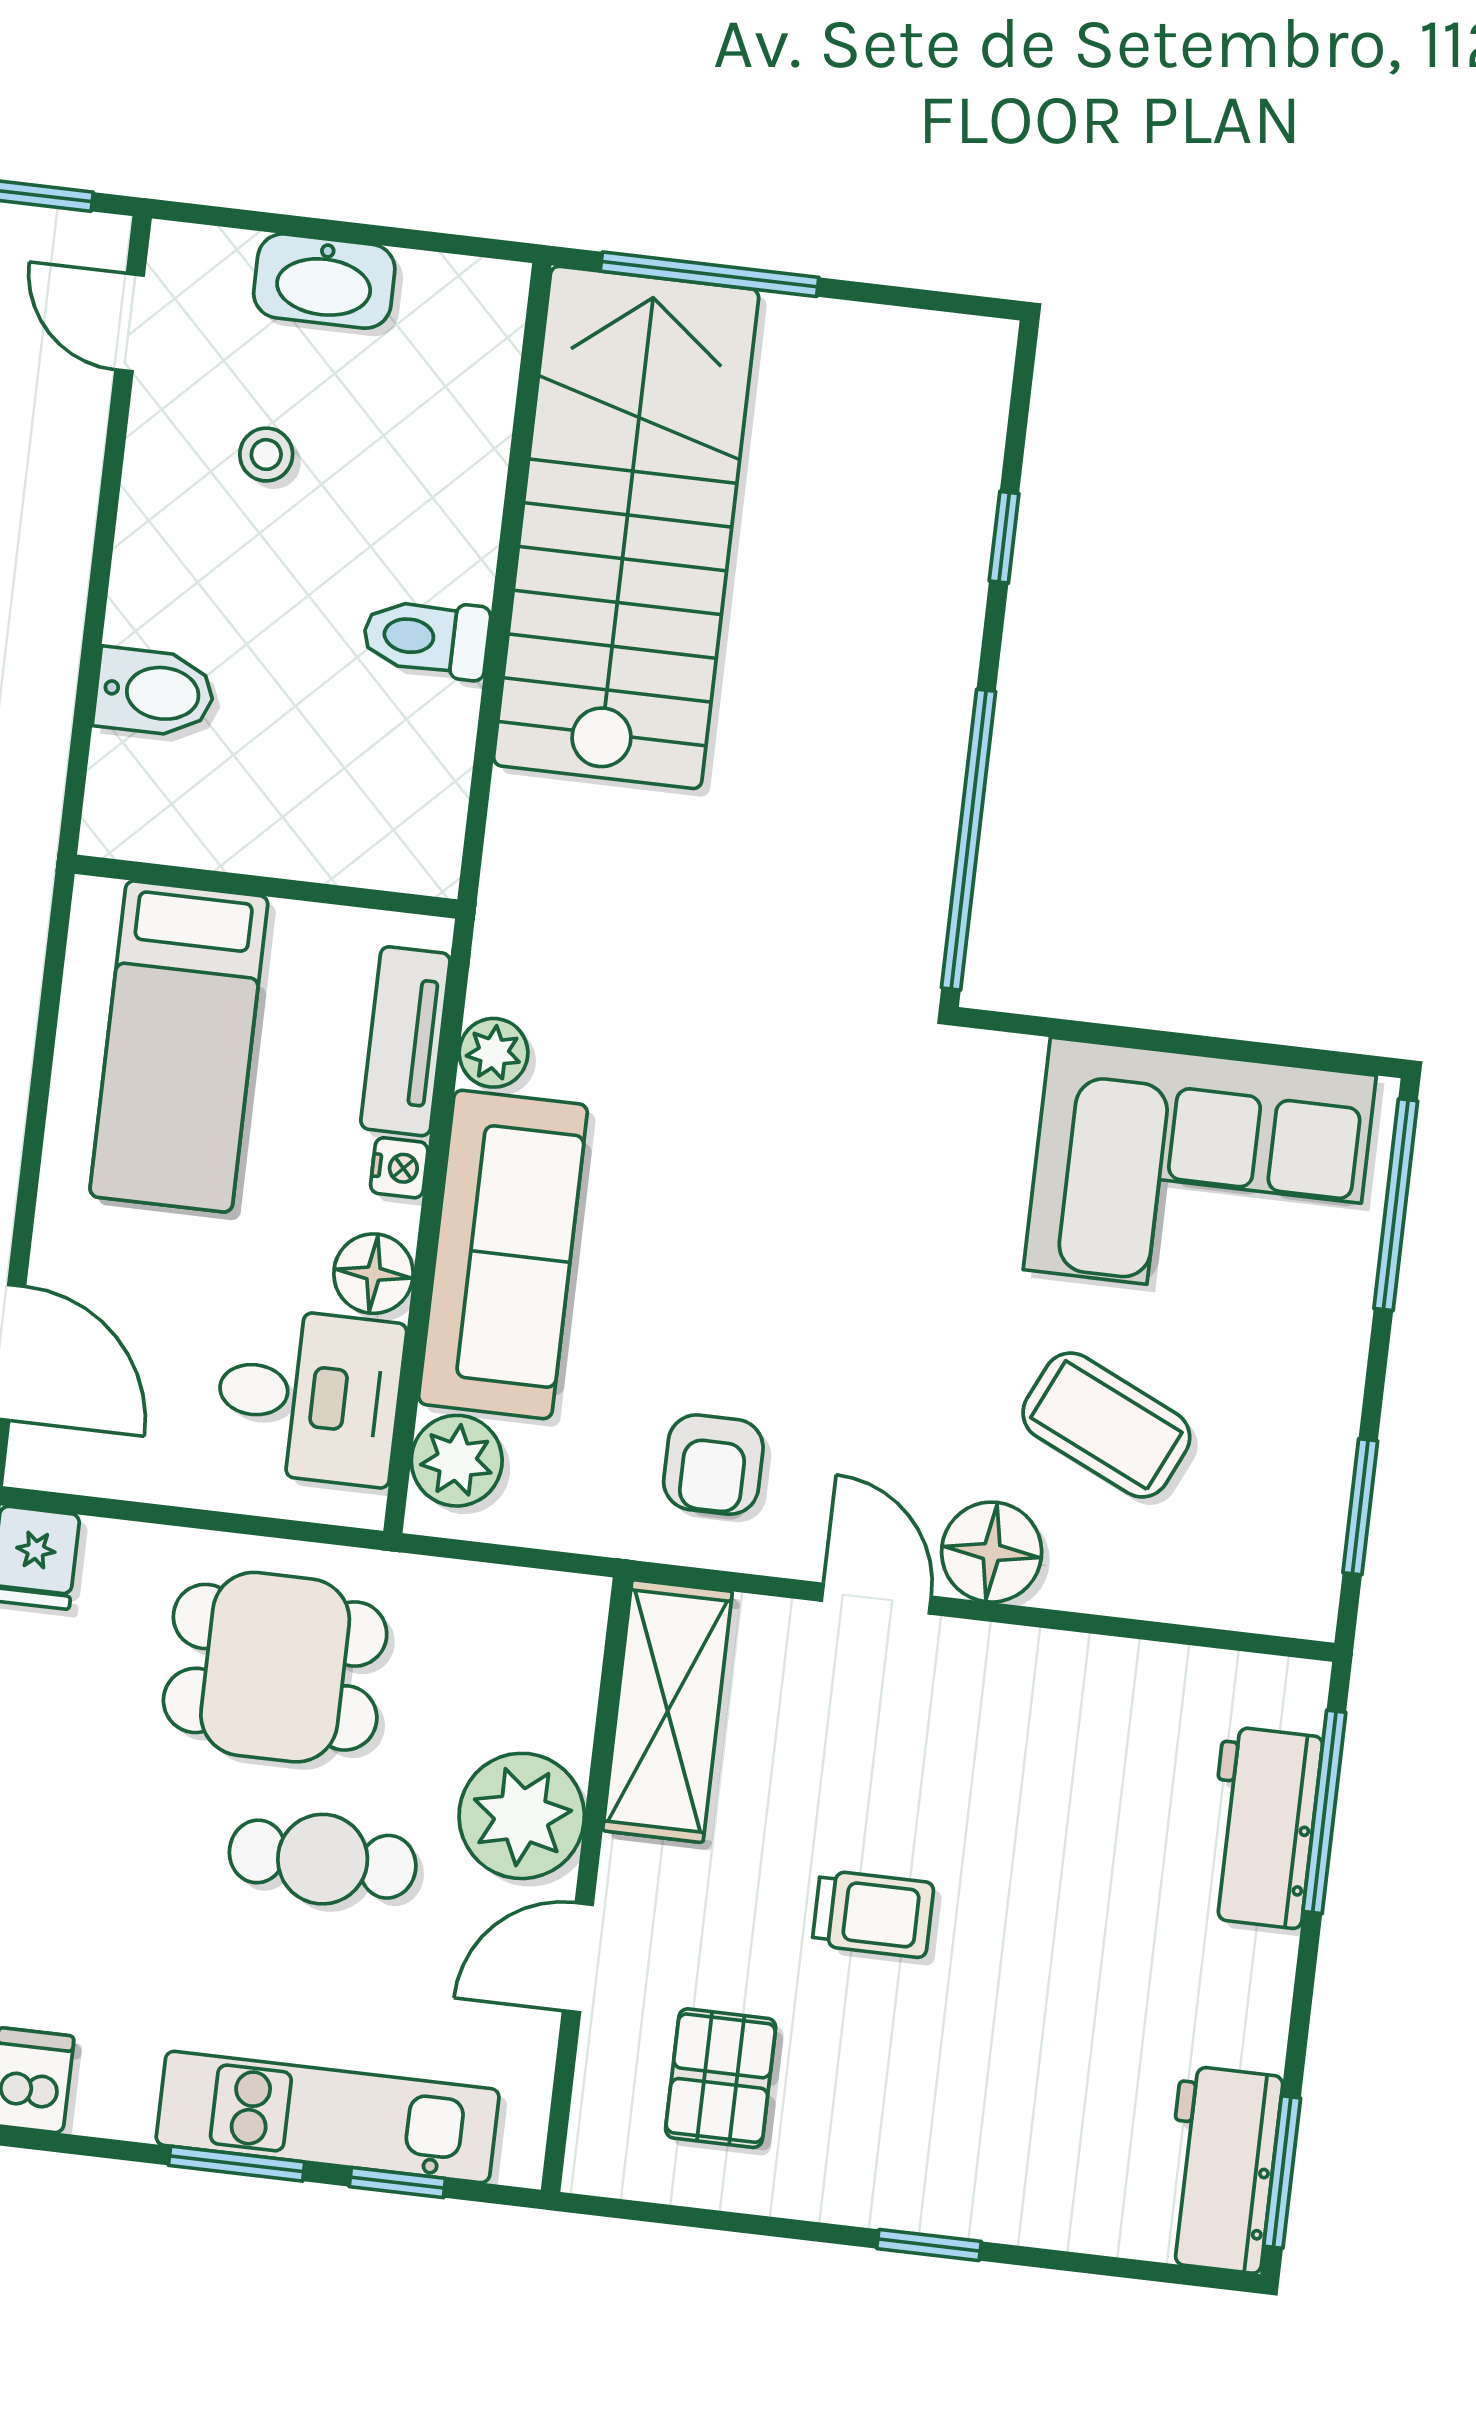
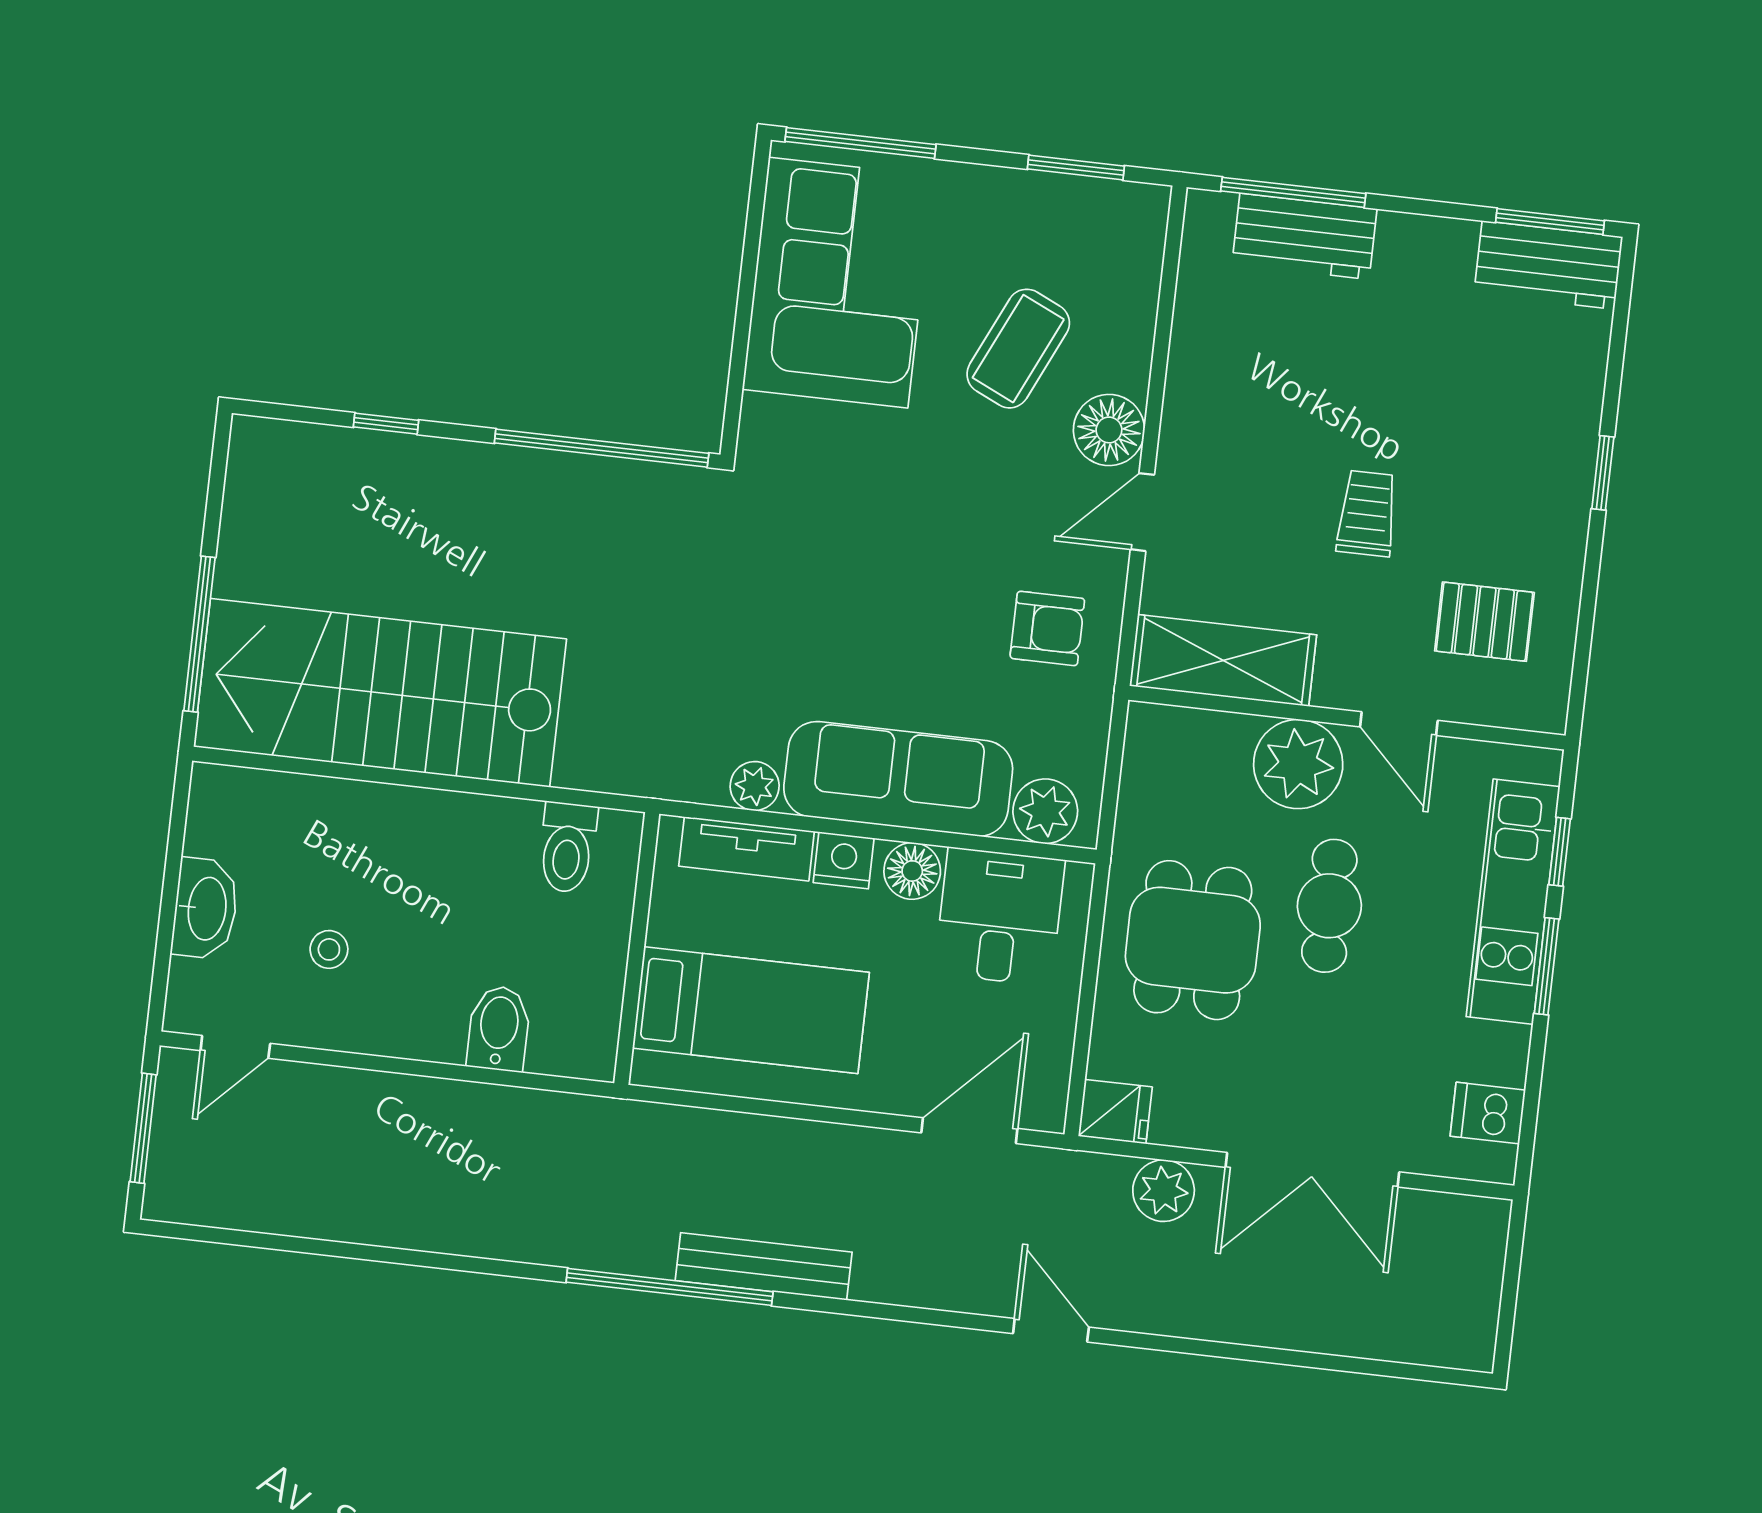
toilet: (426, 638) -> (567, 847), moved
nightstand: (399, 1168) -> (844, 860), width x1.39, depth x1.35

